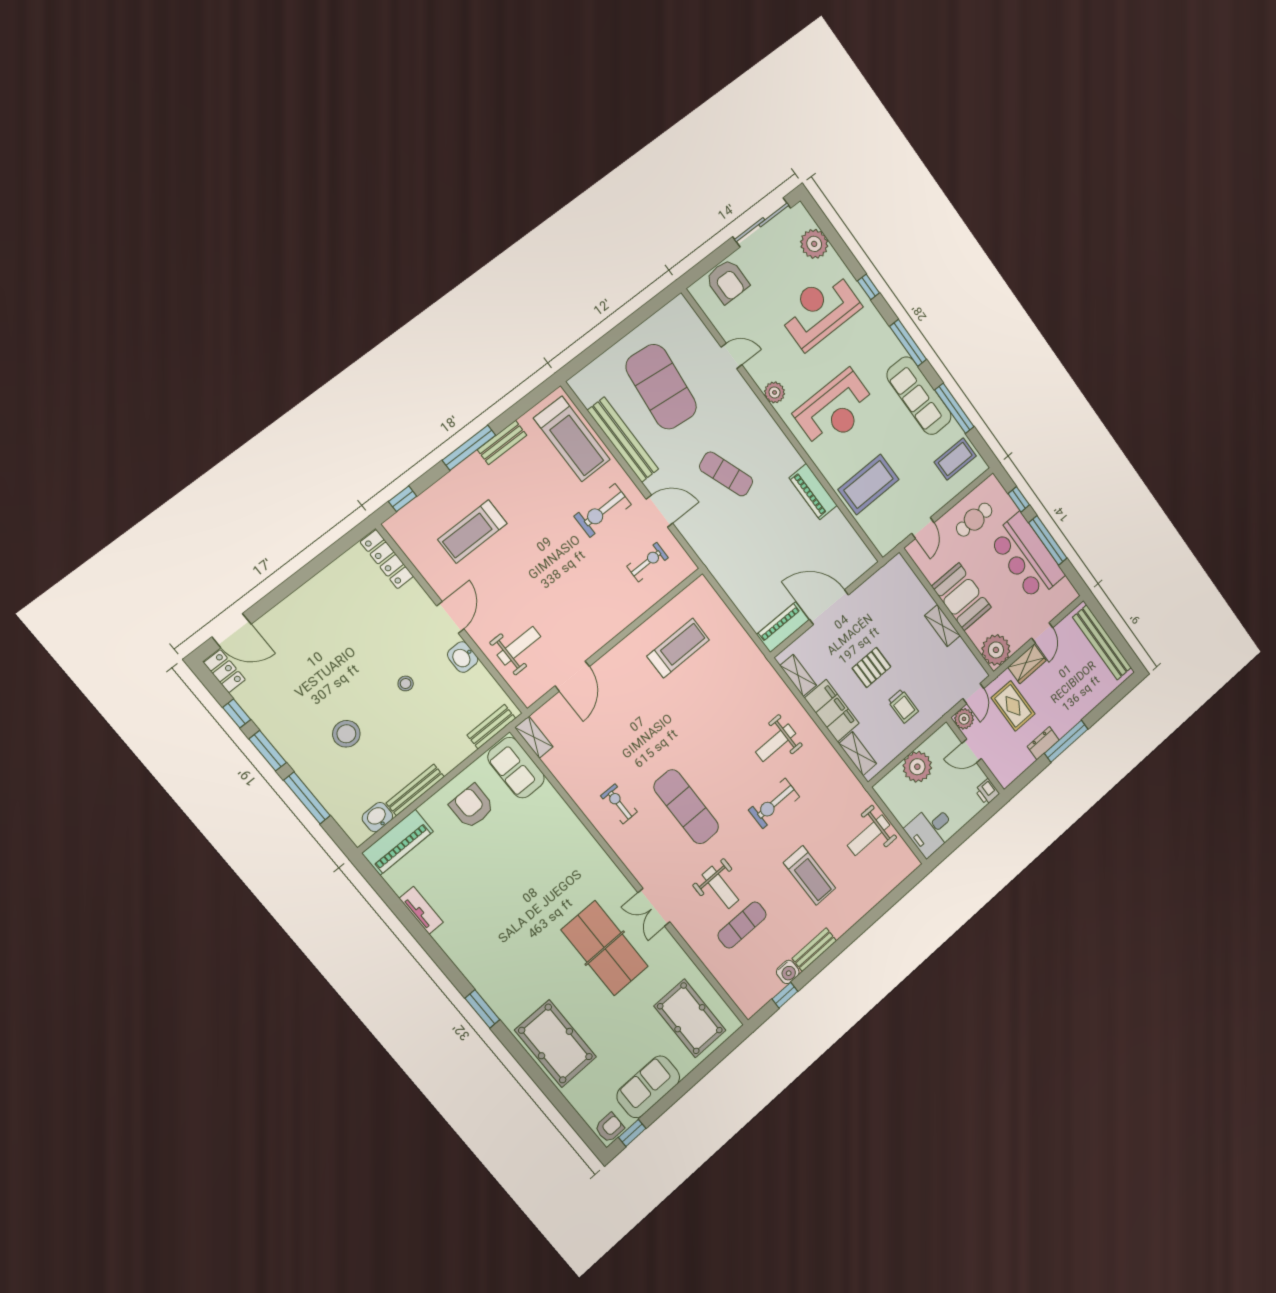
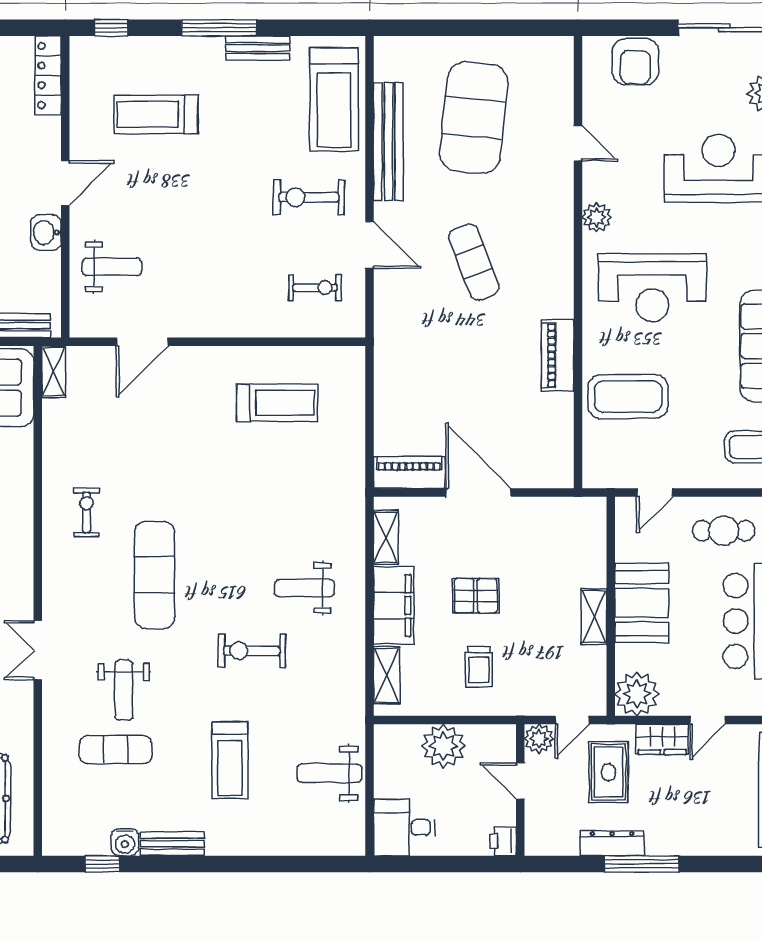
dresser: (1043, 743) -> (612, 843), width x1.44

